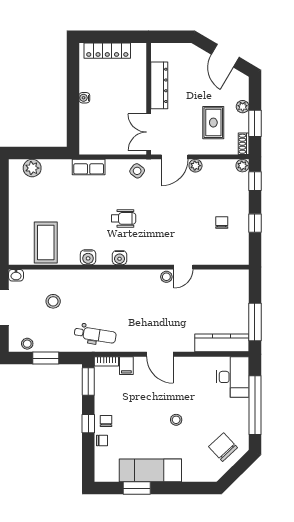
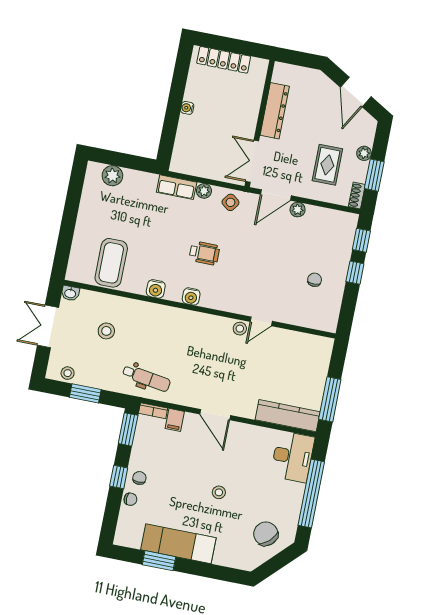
plant: (242, 166) -> (204, 191), moved
window: (255, 223) -> (355, 273), moved

